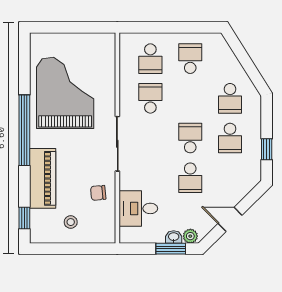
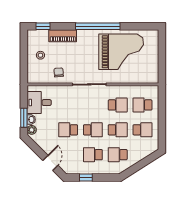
school desk: (190, 98) -> (118, 130), added
piano: (43, 178) -> (63, 36), width x0.73, depth x0.75
desk: (138, 208) -> (39, 103), moved, turned -90
door: (230, 219) -> (50, 163), moved

